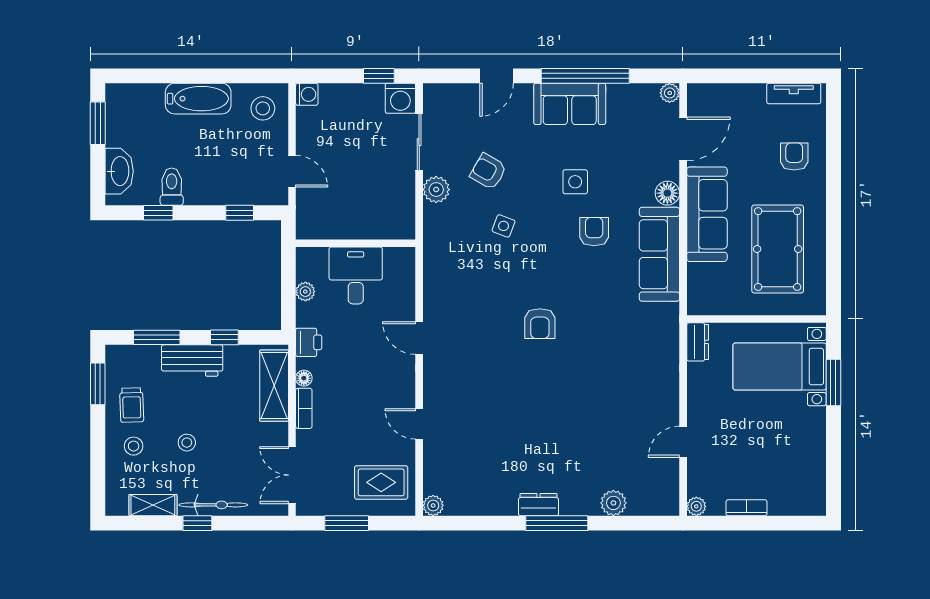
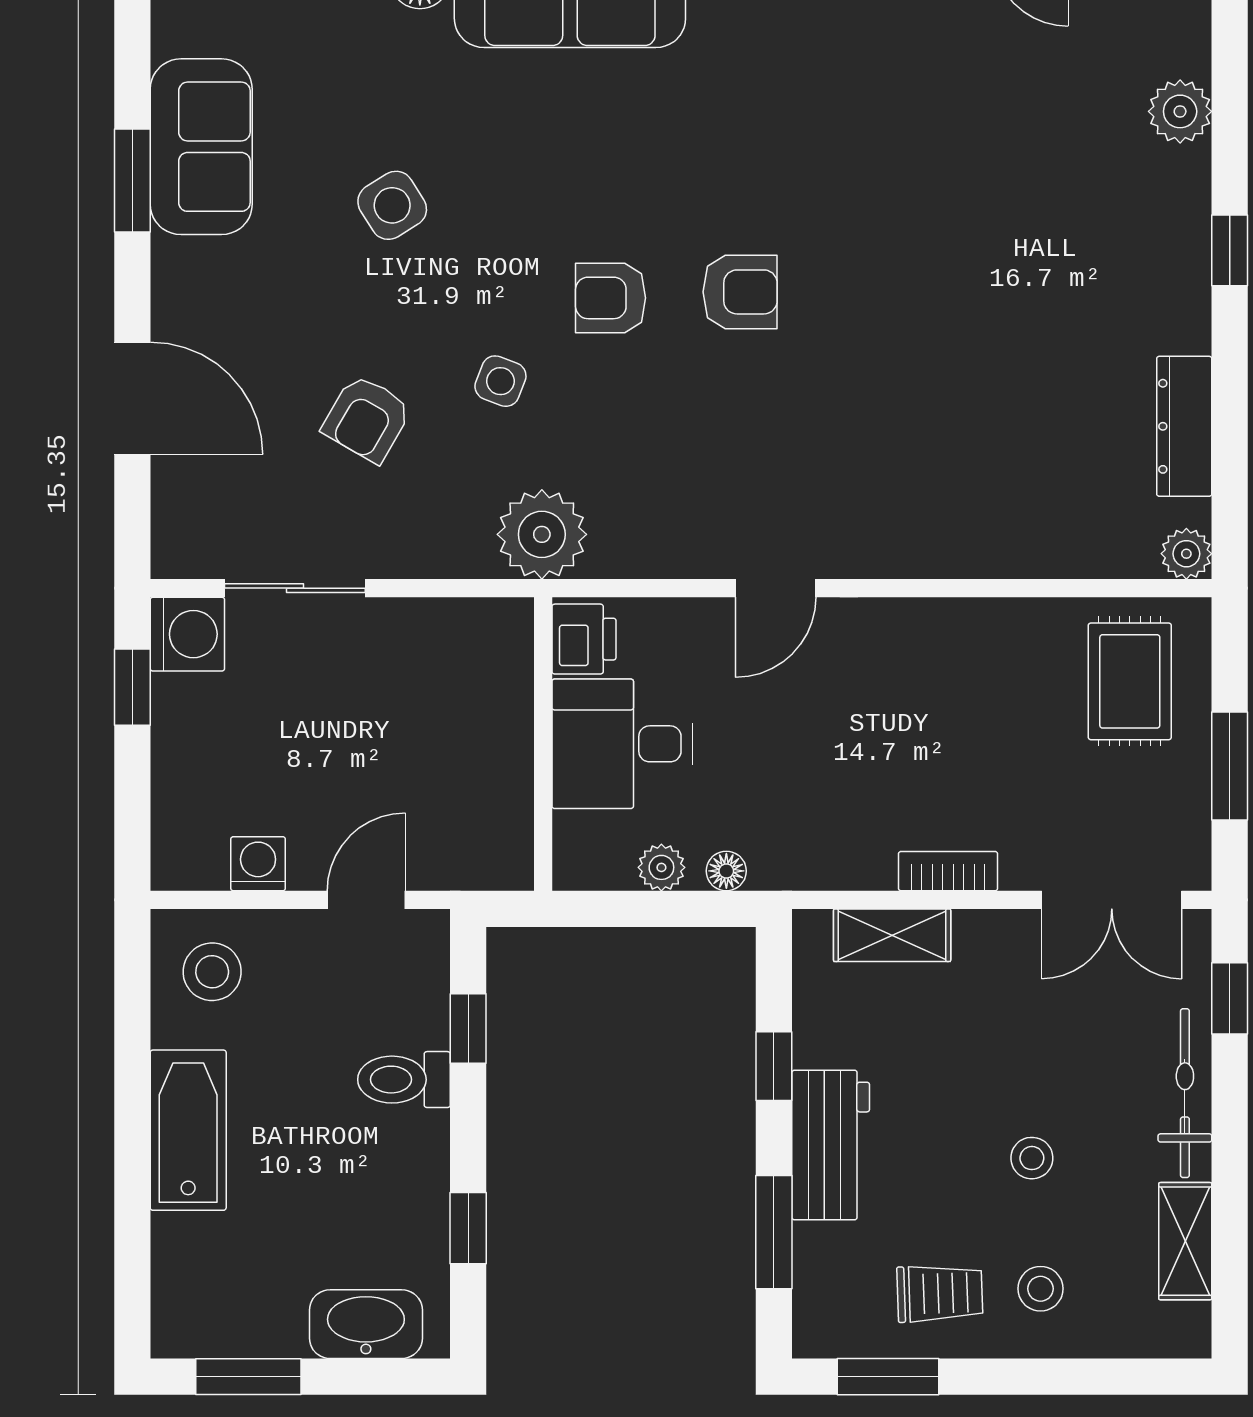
door: (497, 76) -> (132, 398), width x1.38
window: (585, 76) -> (132, 181), width x0.47
washing machine: (307, 94) -> (258, 864), moved
sofa: (570, 104) -> (201, 147), moved
side table: (575, 182) -> (392, 205), turned -32
toilet: (172, 187) -> (404, 1080), moved
plant: (436, 190) -> (542, 534), moved, width x1.36, depth x1.36
armchair: (594, 232) -> (611, 298), moved
printer: (309, 342) -> (584, 639), moved, turned 90
floor lamp: (304, 378) -> (726, 871), moved
shelving: (274, 386) -> (892, 935), width x0.67, depth x0.75
door: (419, 424) -> (986, 588), removed
dresser: (538, 505) -> (1184, 426), moved, width x1.44
window: (197, 523) -> (1230, 998), moved
window: (557, 523) -> (1230, 250), width x0.46

